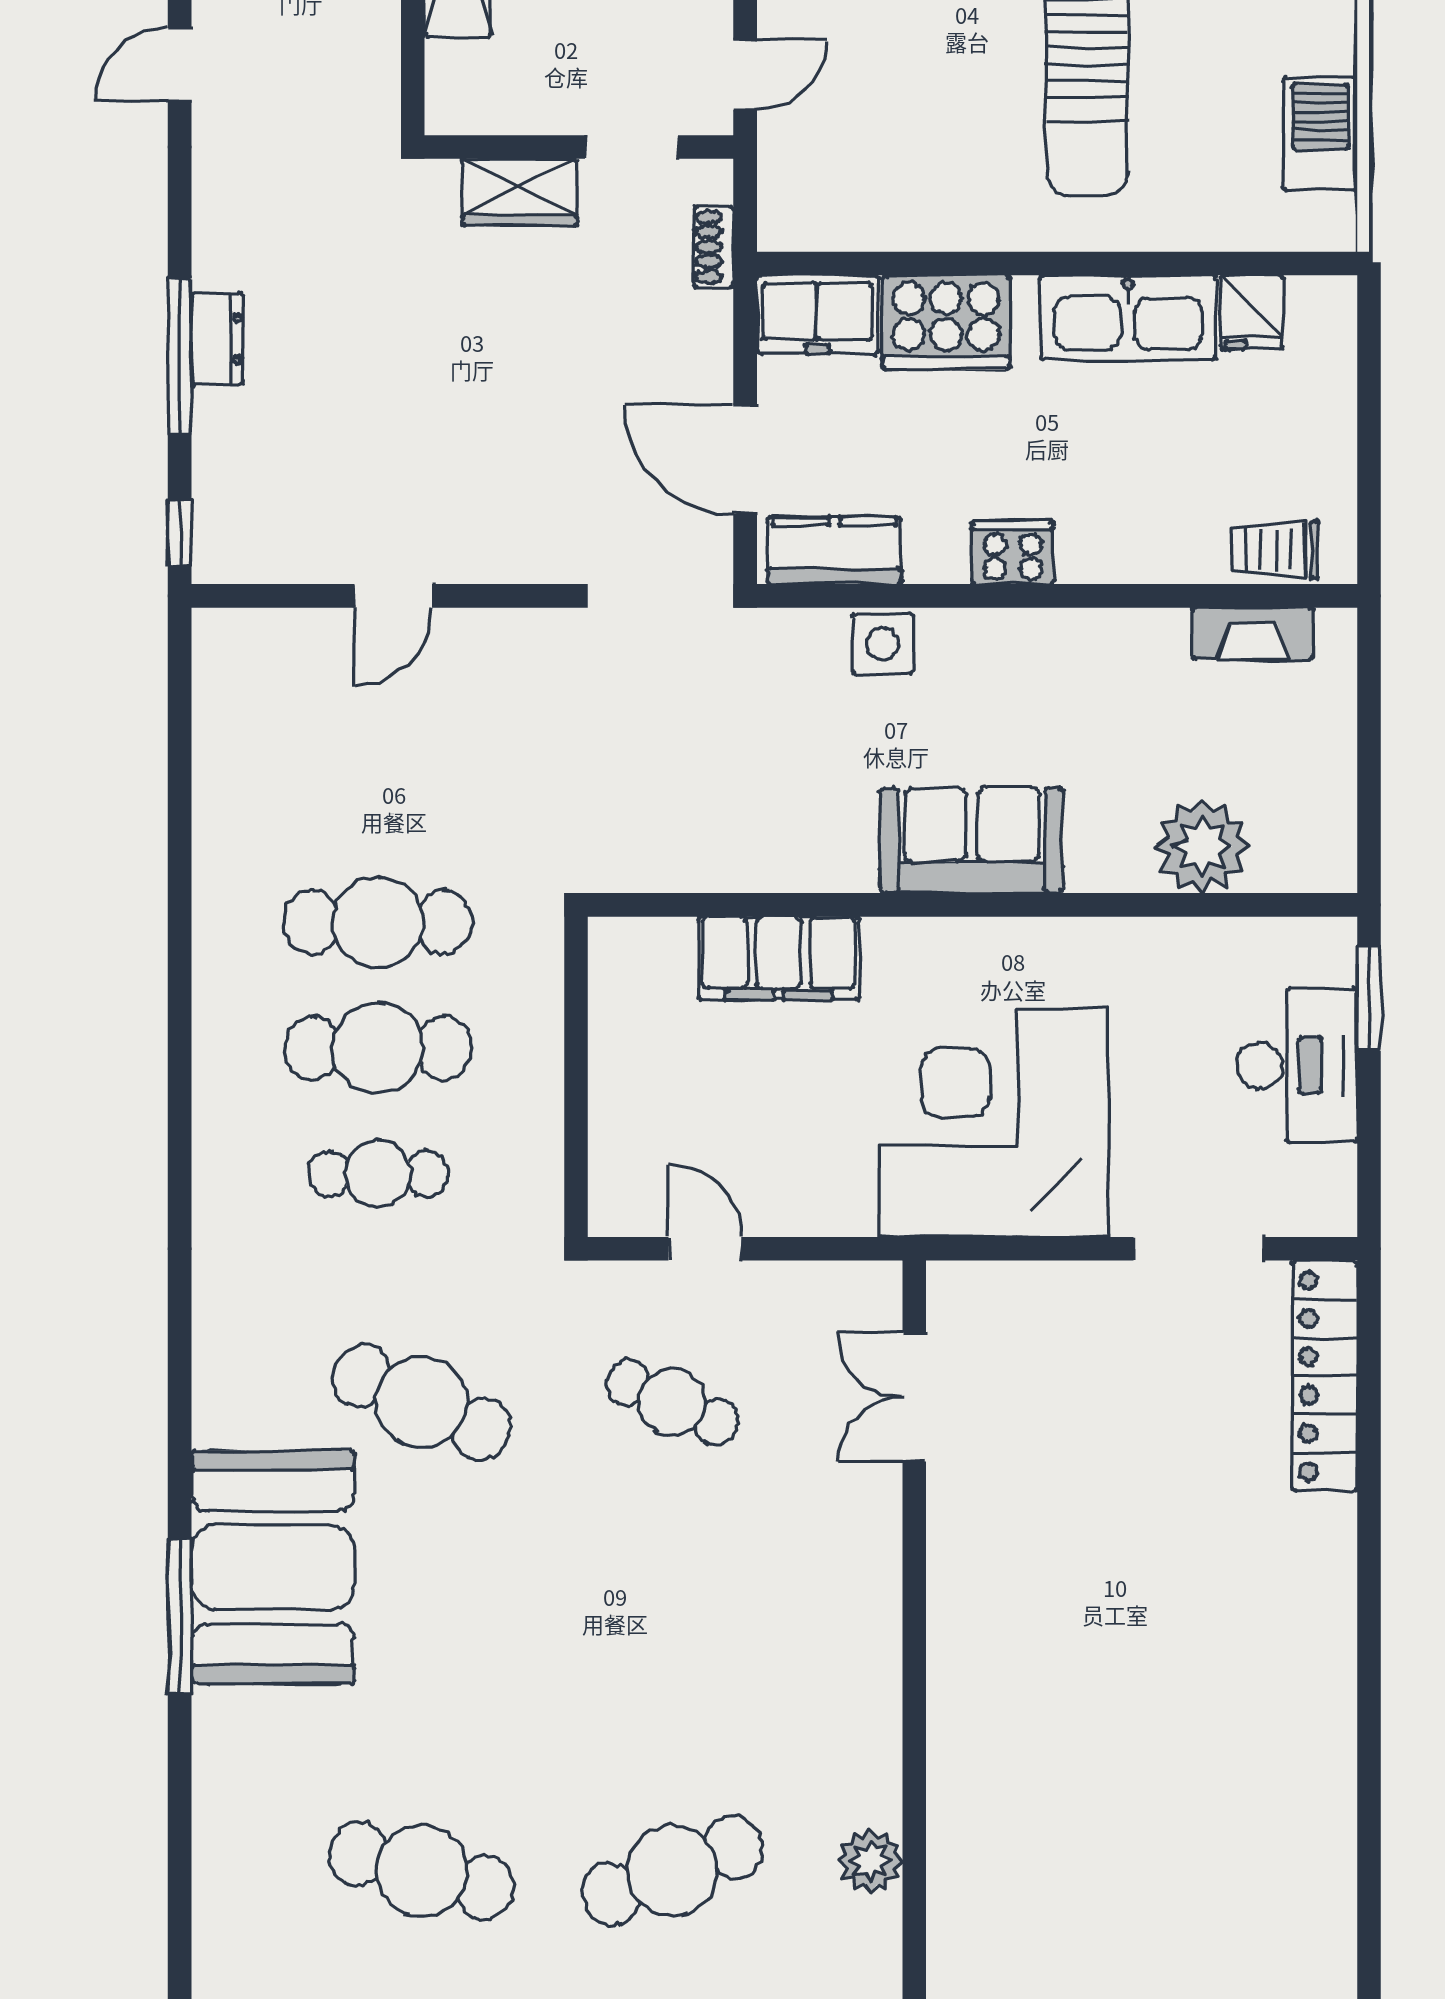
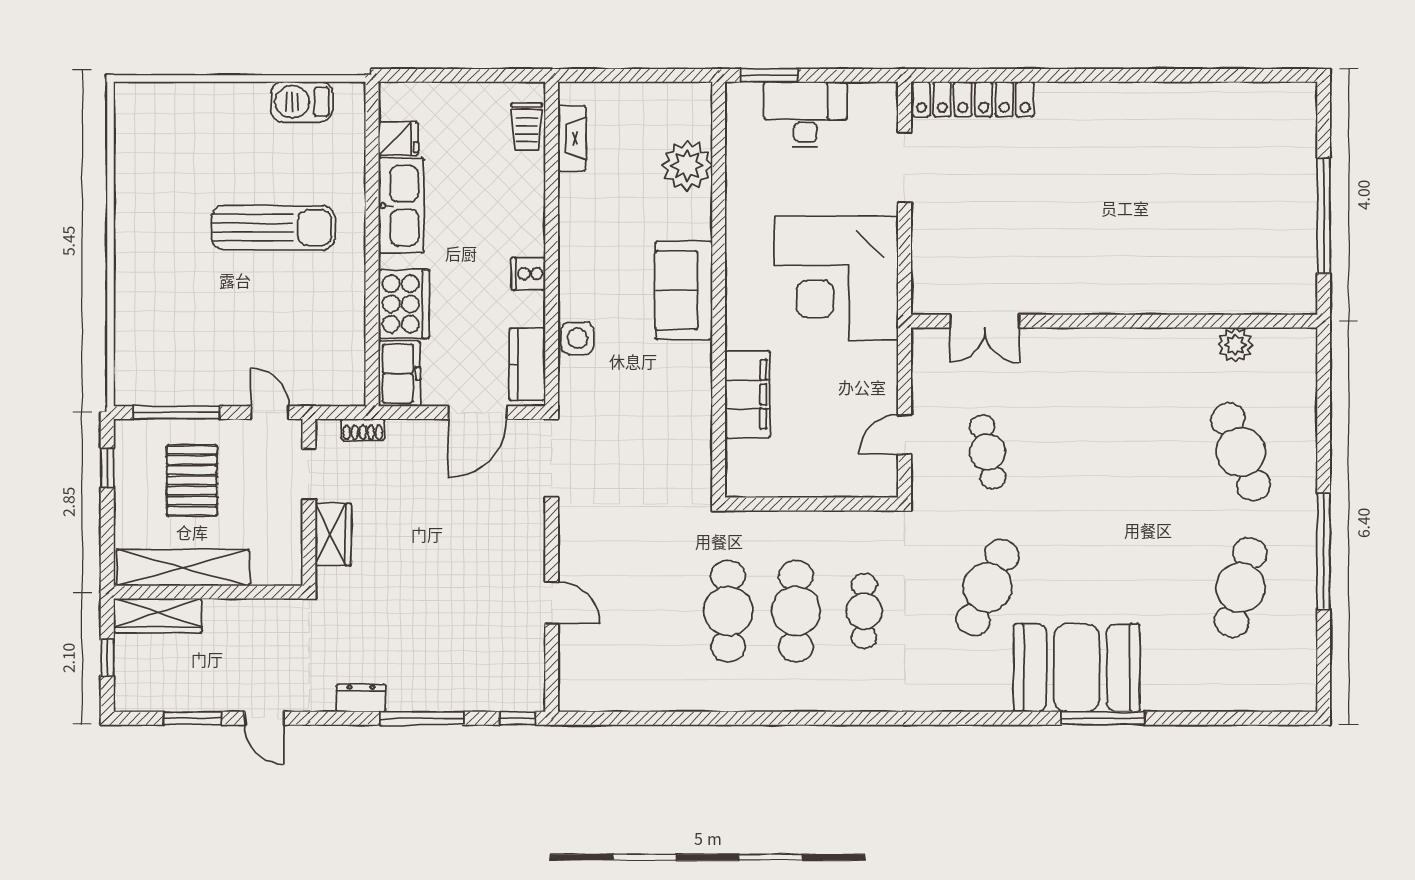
dresser: (217, 339) -> (361, 698), moved
cooker: (1013, 553) -> (528, 274), width x0.73
cafe table: (672, 1402) -> (987, 452), turned -36

